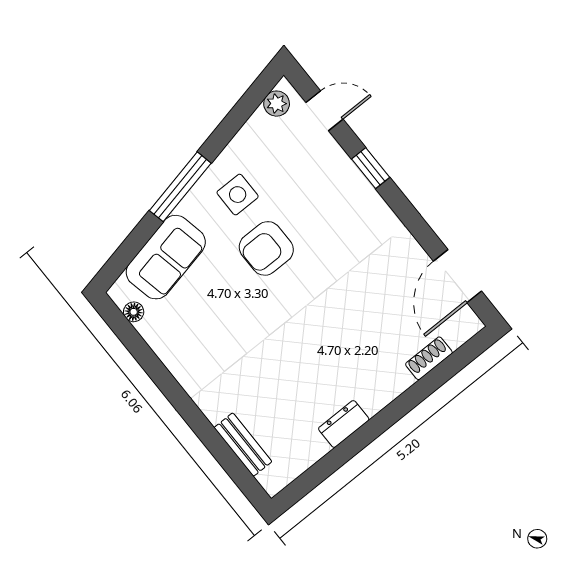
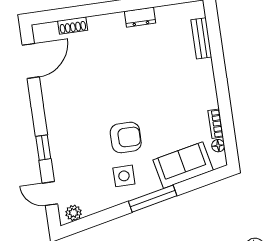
bookcase: (155, 340) -> (216, 124), added

